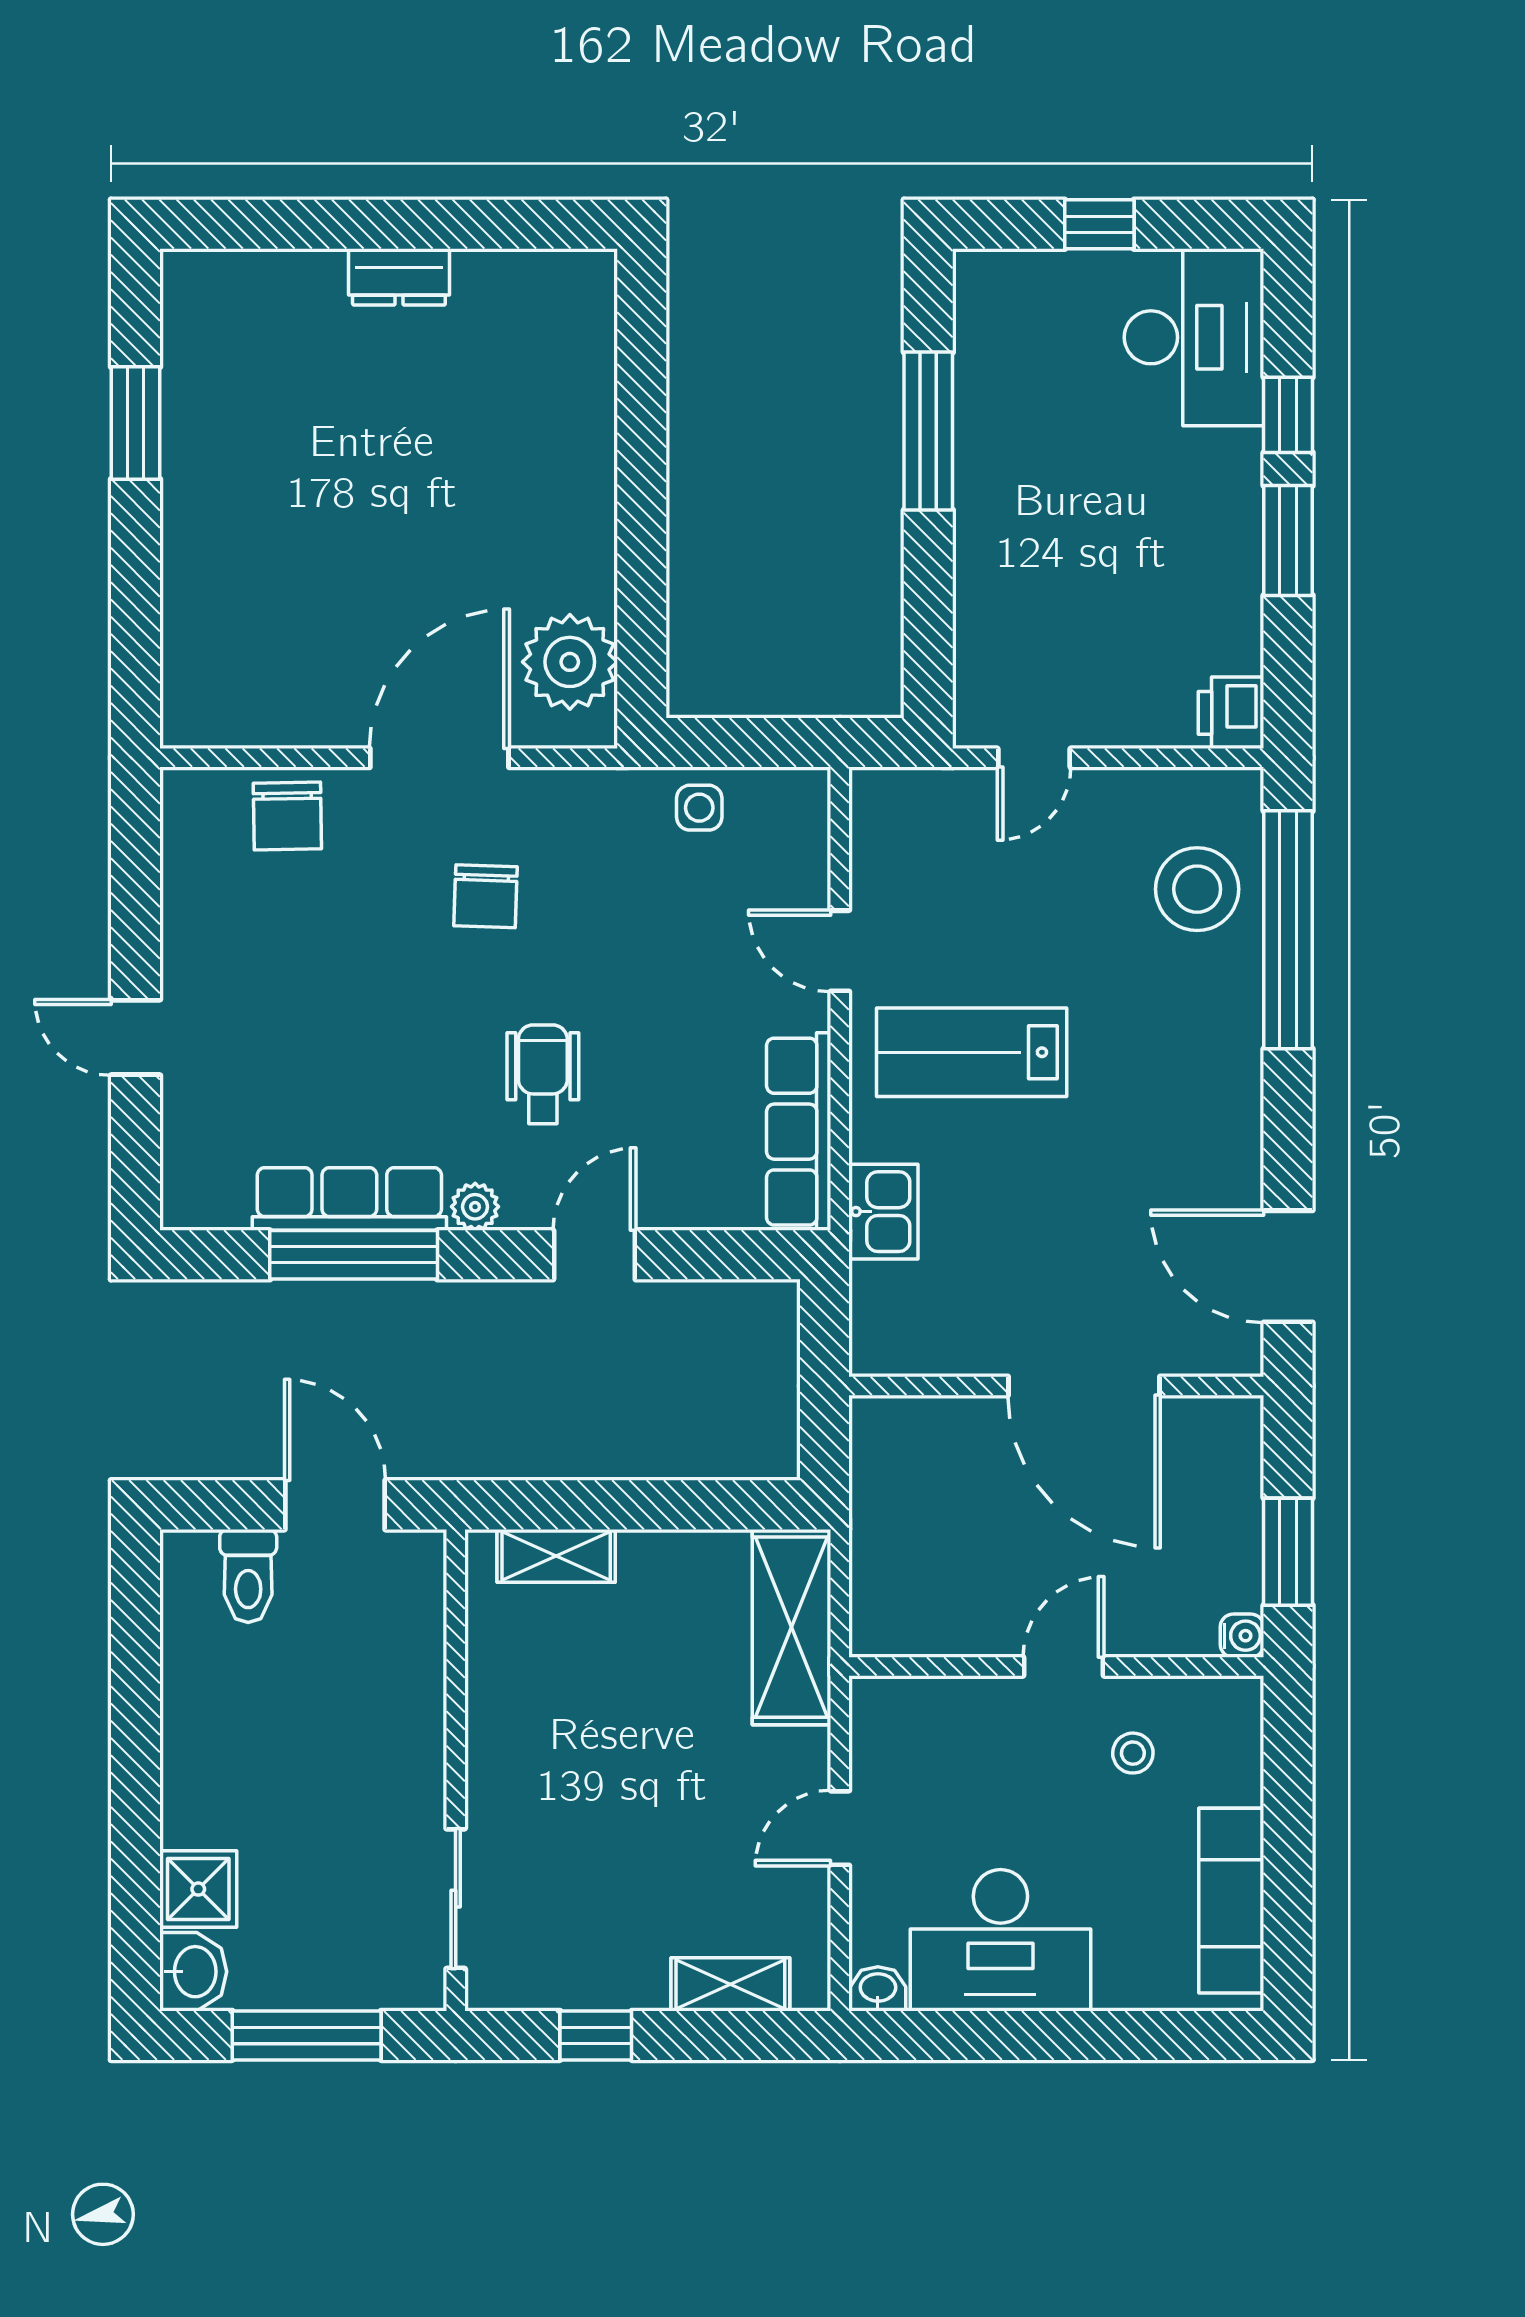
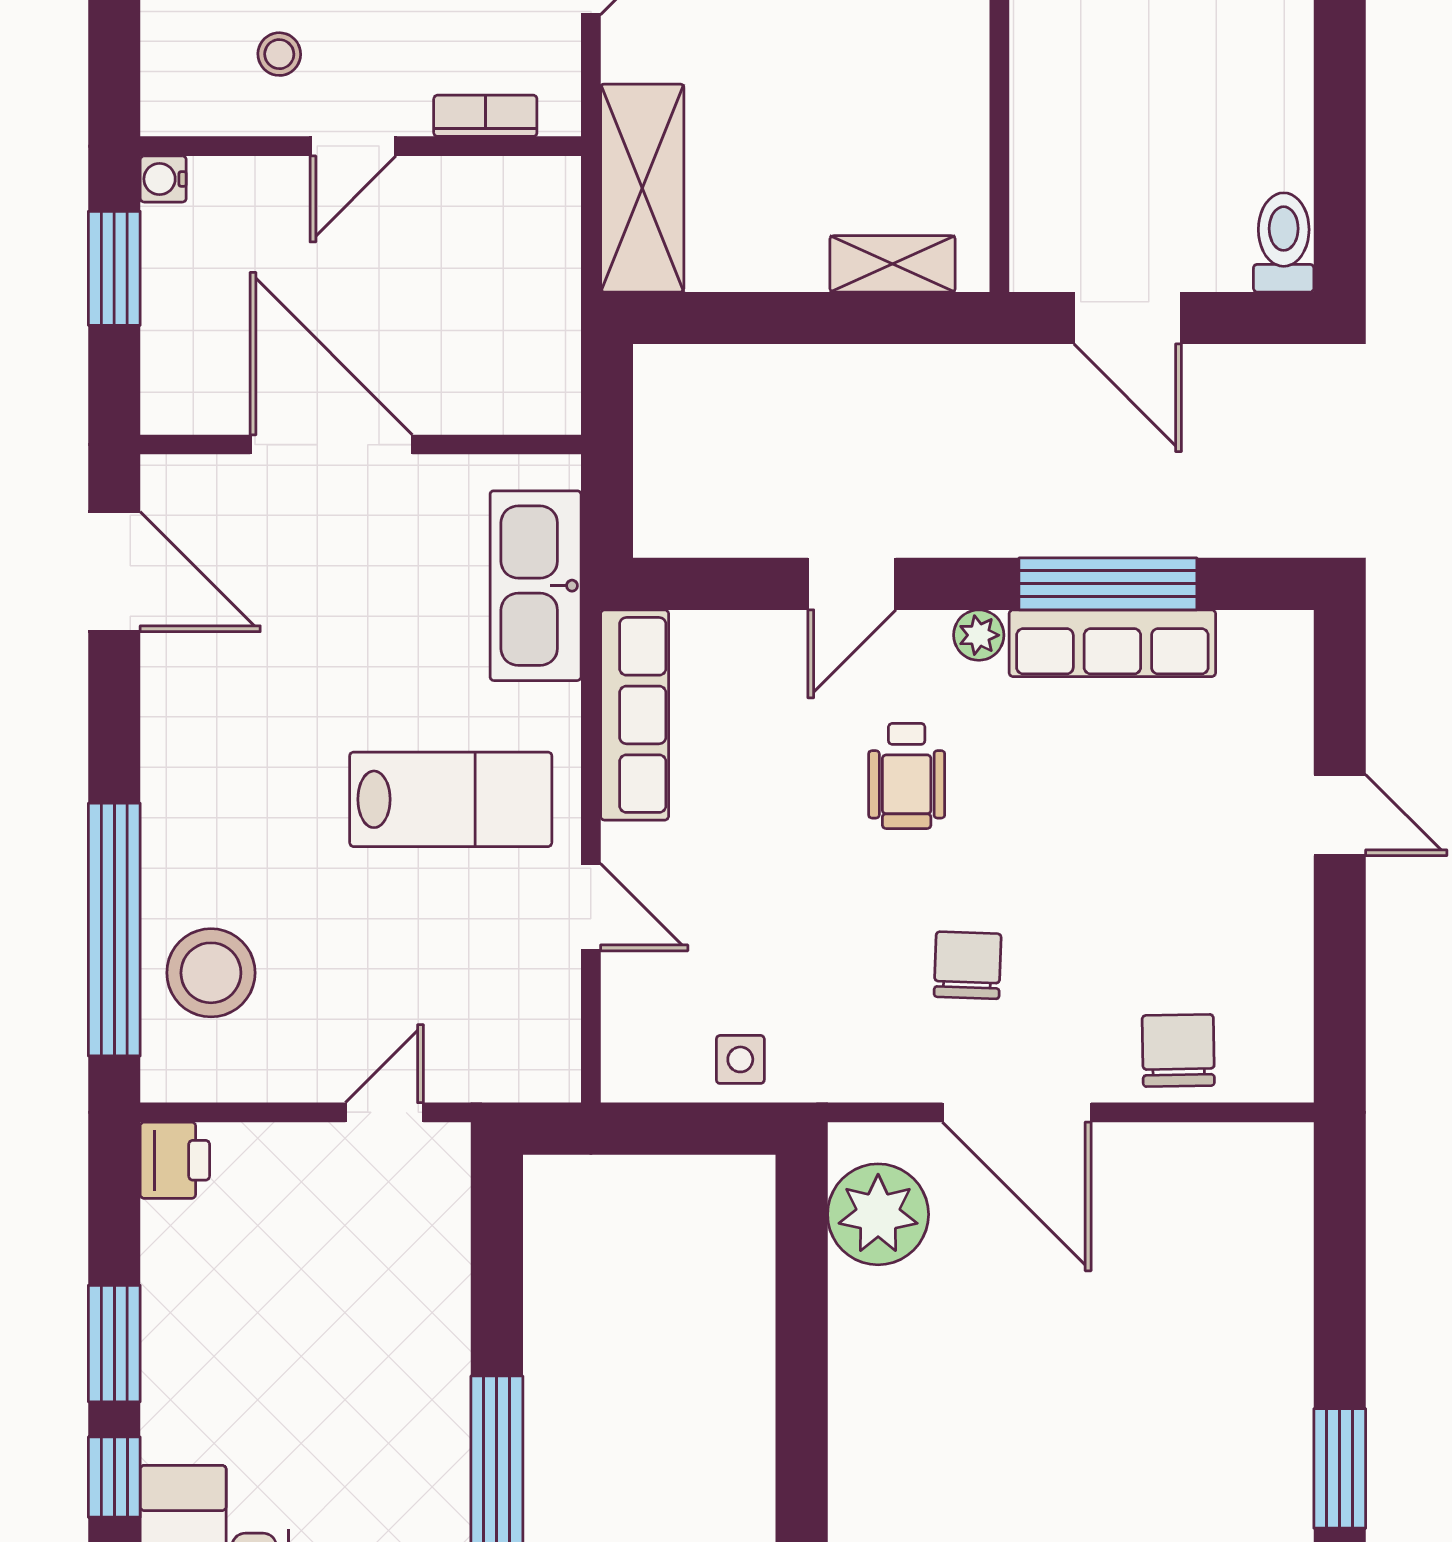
door: (439, 758) -> (1017, 1112), hinge flipped
kitchen sink: (883, 1212) -> (536, 586), width x1.88, depth x1.24
toilet: (248, 1576) -> (1284, 242), moved
bookcase: (939, 1695) -> (485, 116), added

